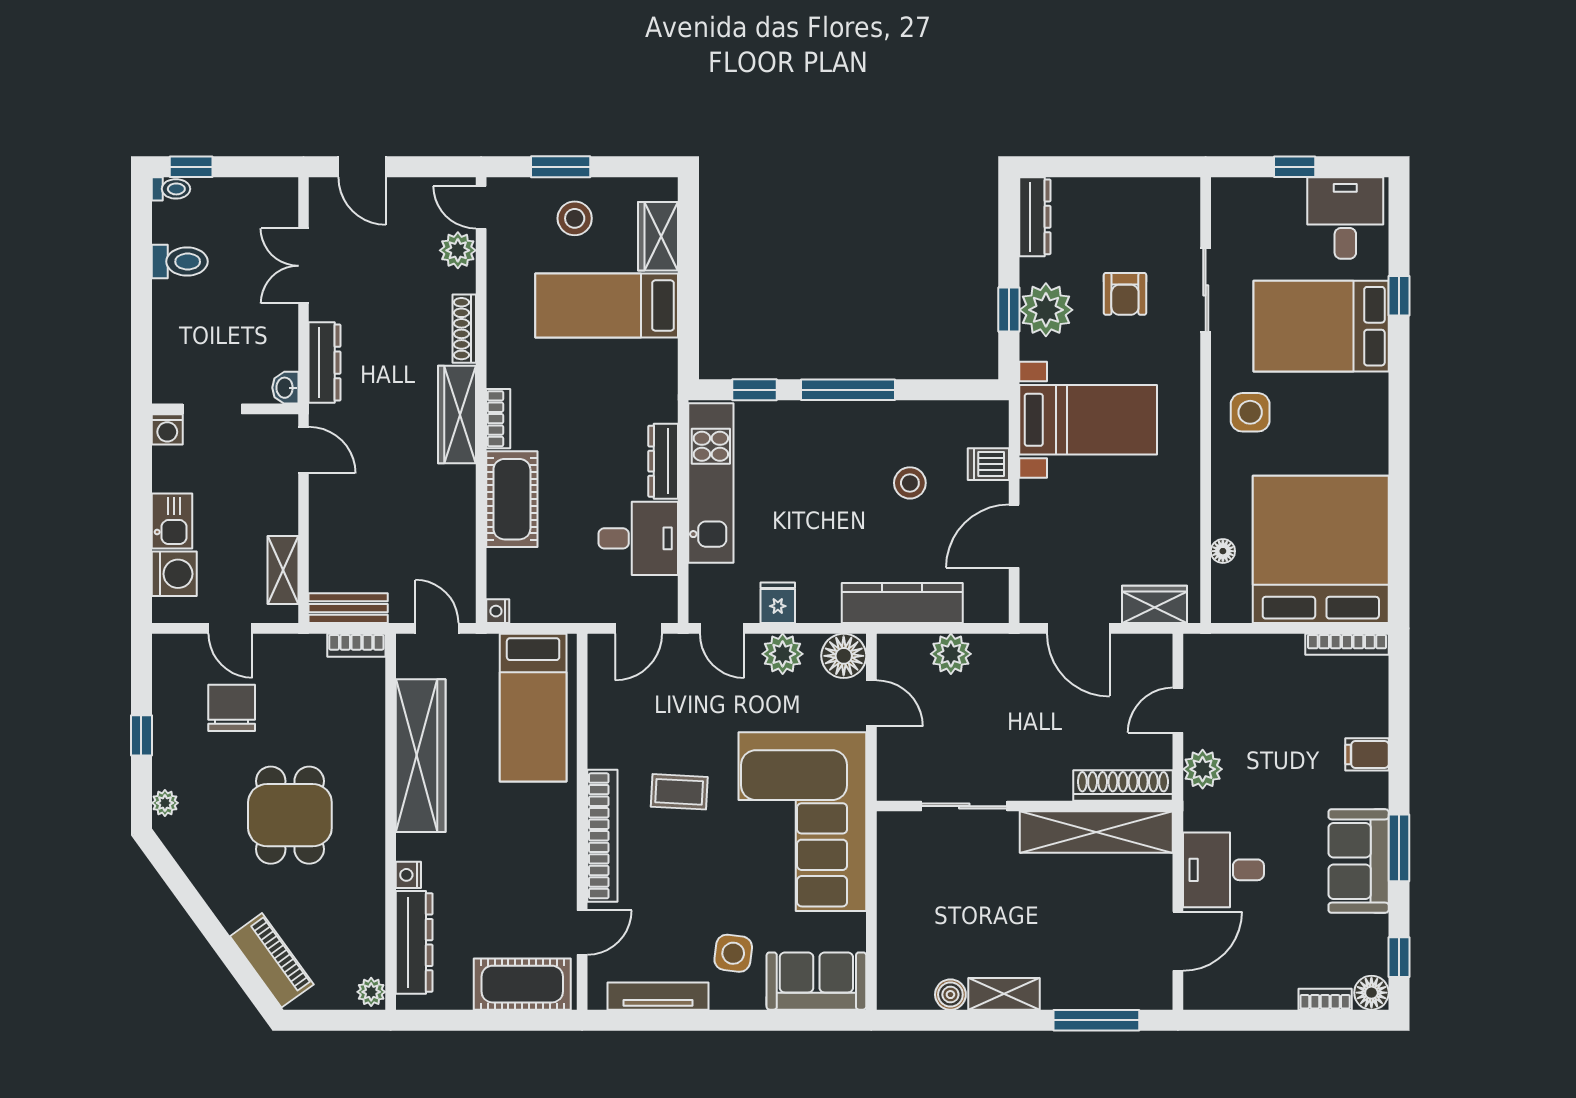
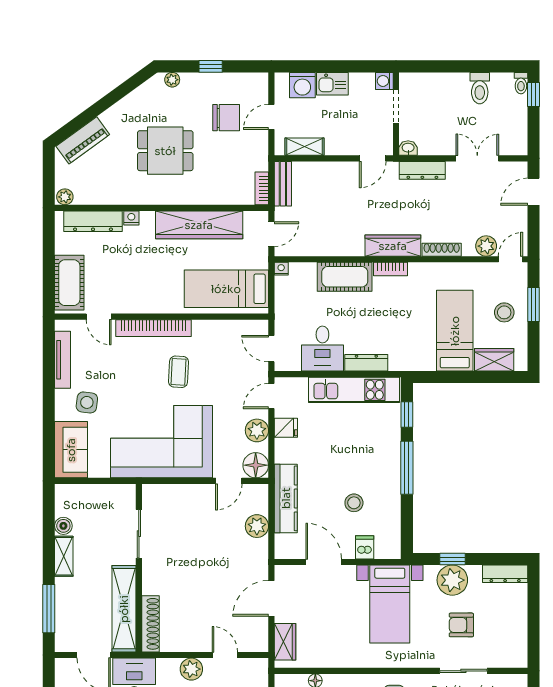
shoe rack: (1123, 785) -> (150, 624), moved
sliding door: (964, 806) -> (139, 534), moved
wall: (1025, 806) -> (139, 568), moved
shelving: (1096, 832) -> (124, 609), moved

